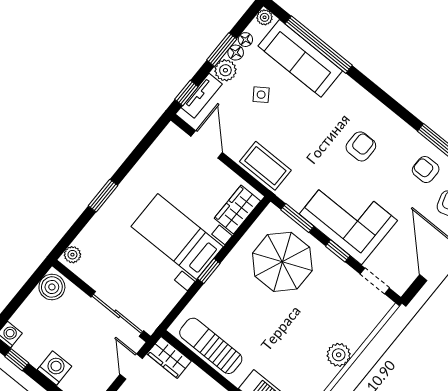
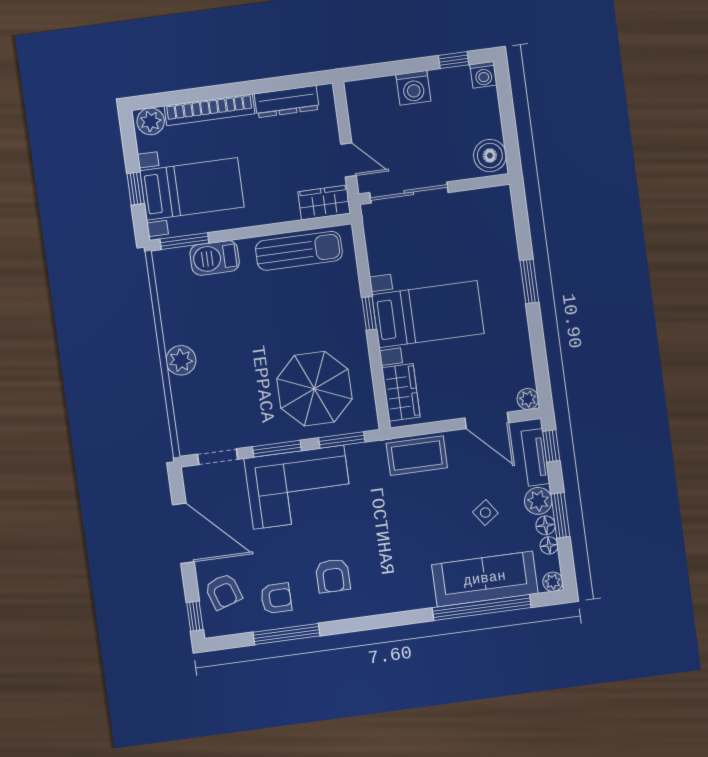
armchair: (361, 146) -> (333, 576), moved
window: (338, 251) -> (277, 449), width x1.50
plant: (72, 255) -> (528, 399), moved

